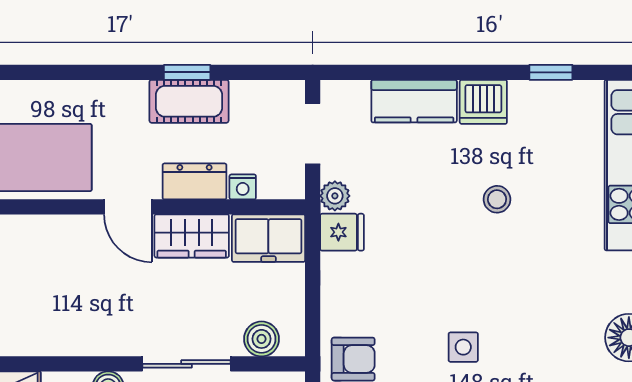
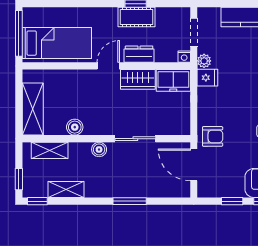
nightstand: (243, 187) -> (184, 57), moved
door: (128, 207) -> (108, 66), swing flipped
boiler: (262, 339) -> (75, 127), moved

